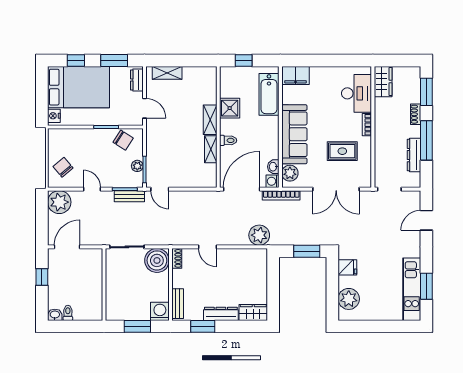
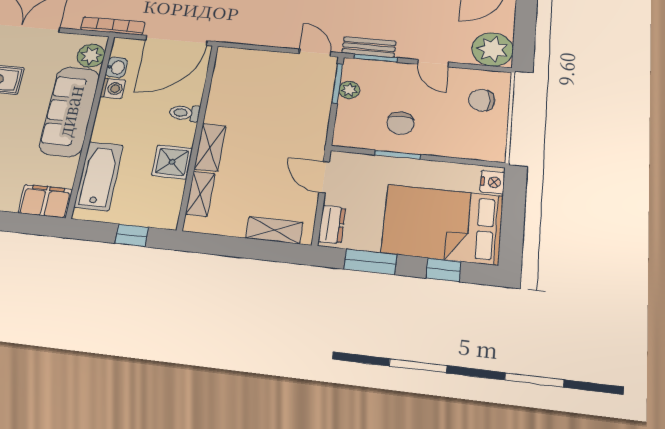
chair: (123, 140) -> (400, 123), moved, turned -123
shelving: (211, 149) -> (200, 194), moved
chair: (63, 167) -> (482, 100), turned 130
washing machine: (272, 181) -> (113, 88), moved

